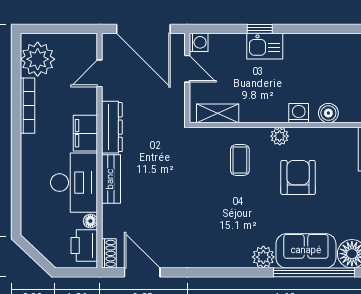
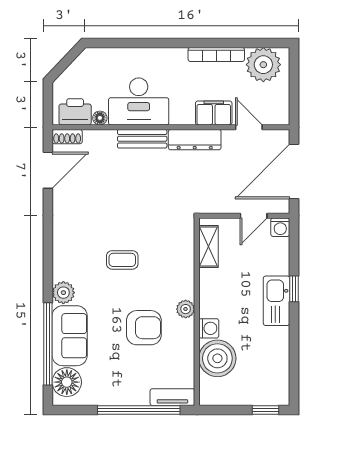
kitchen sink: (265, 46) -> (277, 301), width x1.38
boiler: (328, 113) -> (217, 358), width x1.86, depth x1.86
filing cabinet: (85, 133) -> (214, 113), moved
coffee table: (240, 160) -> (122, 260), moved

